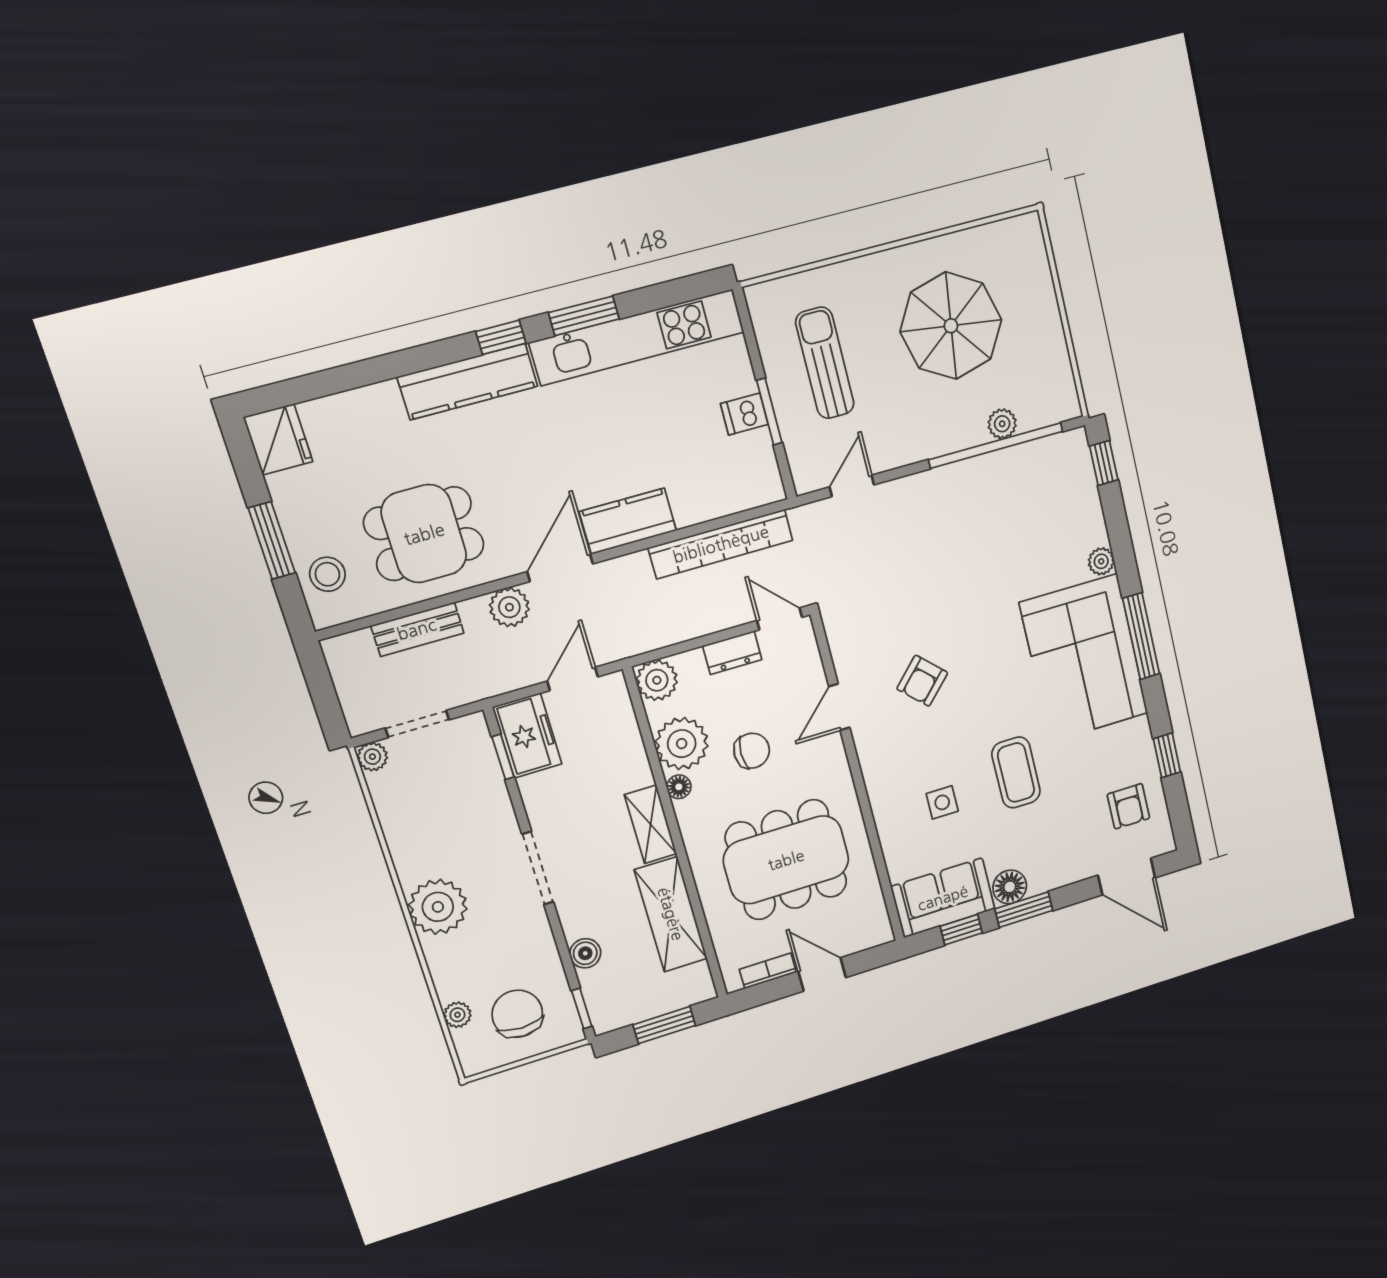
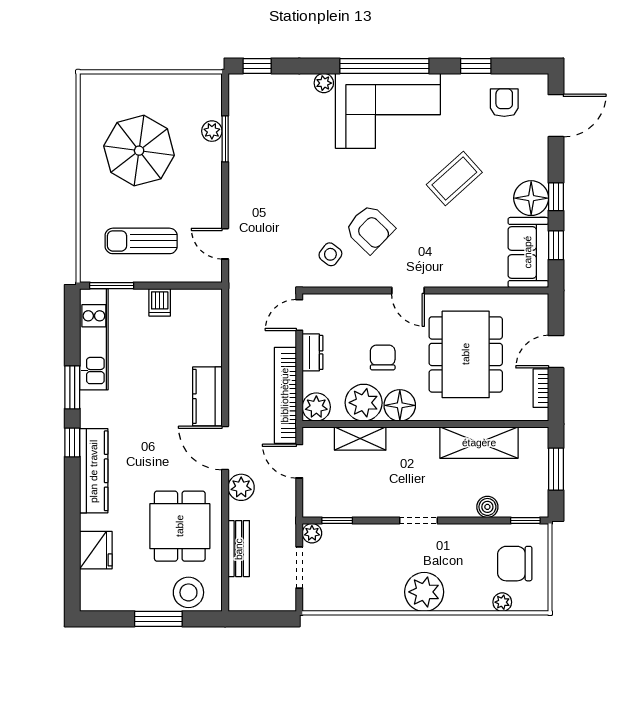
kitchen unit: (637, 337) -> (94, 339), width x0.73
window: (769, 412) -> (112, 286), moved
fridge: (278, 439) -> (96, 550), moved, turned 90
window: (996, 446) -> (225, 139), width x0.47
bookcase: (721, 544) -> (285, 395), moved, turned 180
stool: (327, 574) -> (188, 592), width x1.38, depth x1.38
window: (1141, 636) -> (384, 66), width x1.46
armchair: (922, 681) -> (370, 229), width x1.38, depth x1.38
door: (839, 707) -> (408, 290), moved
freezer: (527, 736) -> (328, 501), removed
plant: (372, 757) -> (312, 533), moved
coffee table: (1016, 772) -> (454, 179), turned -42
floor lamp: (679, 787) -> (400, 405), width x1.89, depth x1.89
side table: (942, 802) -> (330, 254), moved, turned 37
armchair: (1128, 806) -> (504, 103), turned -90
shelving: (650, 824) -> (360, 439), moved
doorway: (538, 868) -> (419, 520), width x0.73
floor lamp: (1010, 887) -> (531, 198), width x1.38, depth x1.38
window: (1024, 910) -> (556, 197), width x0.67

